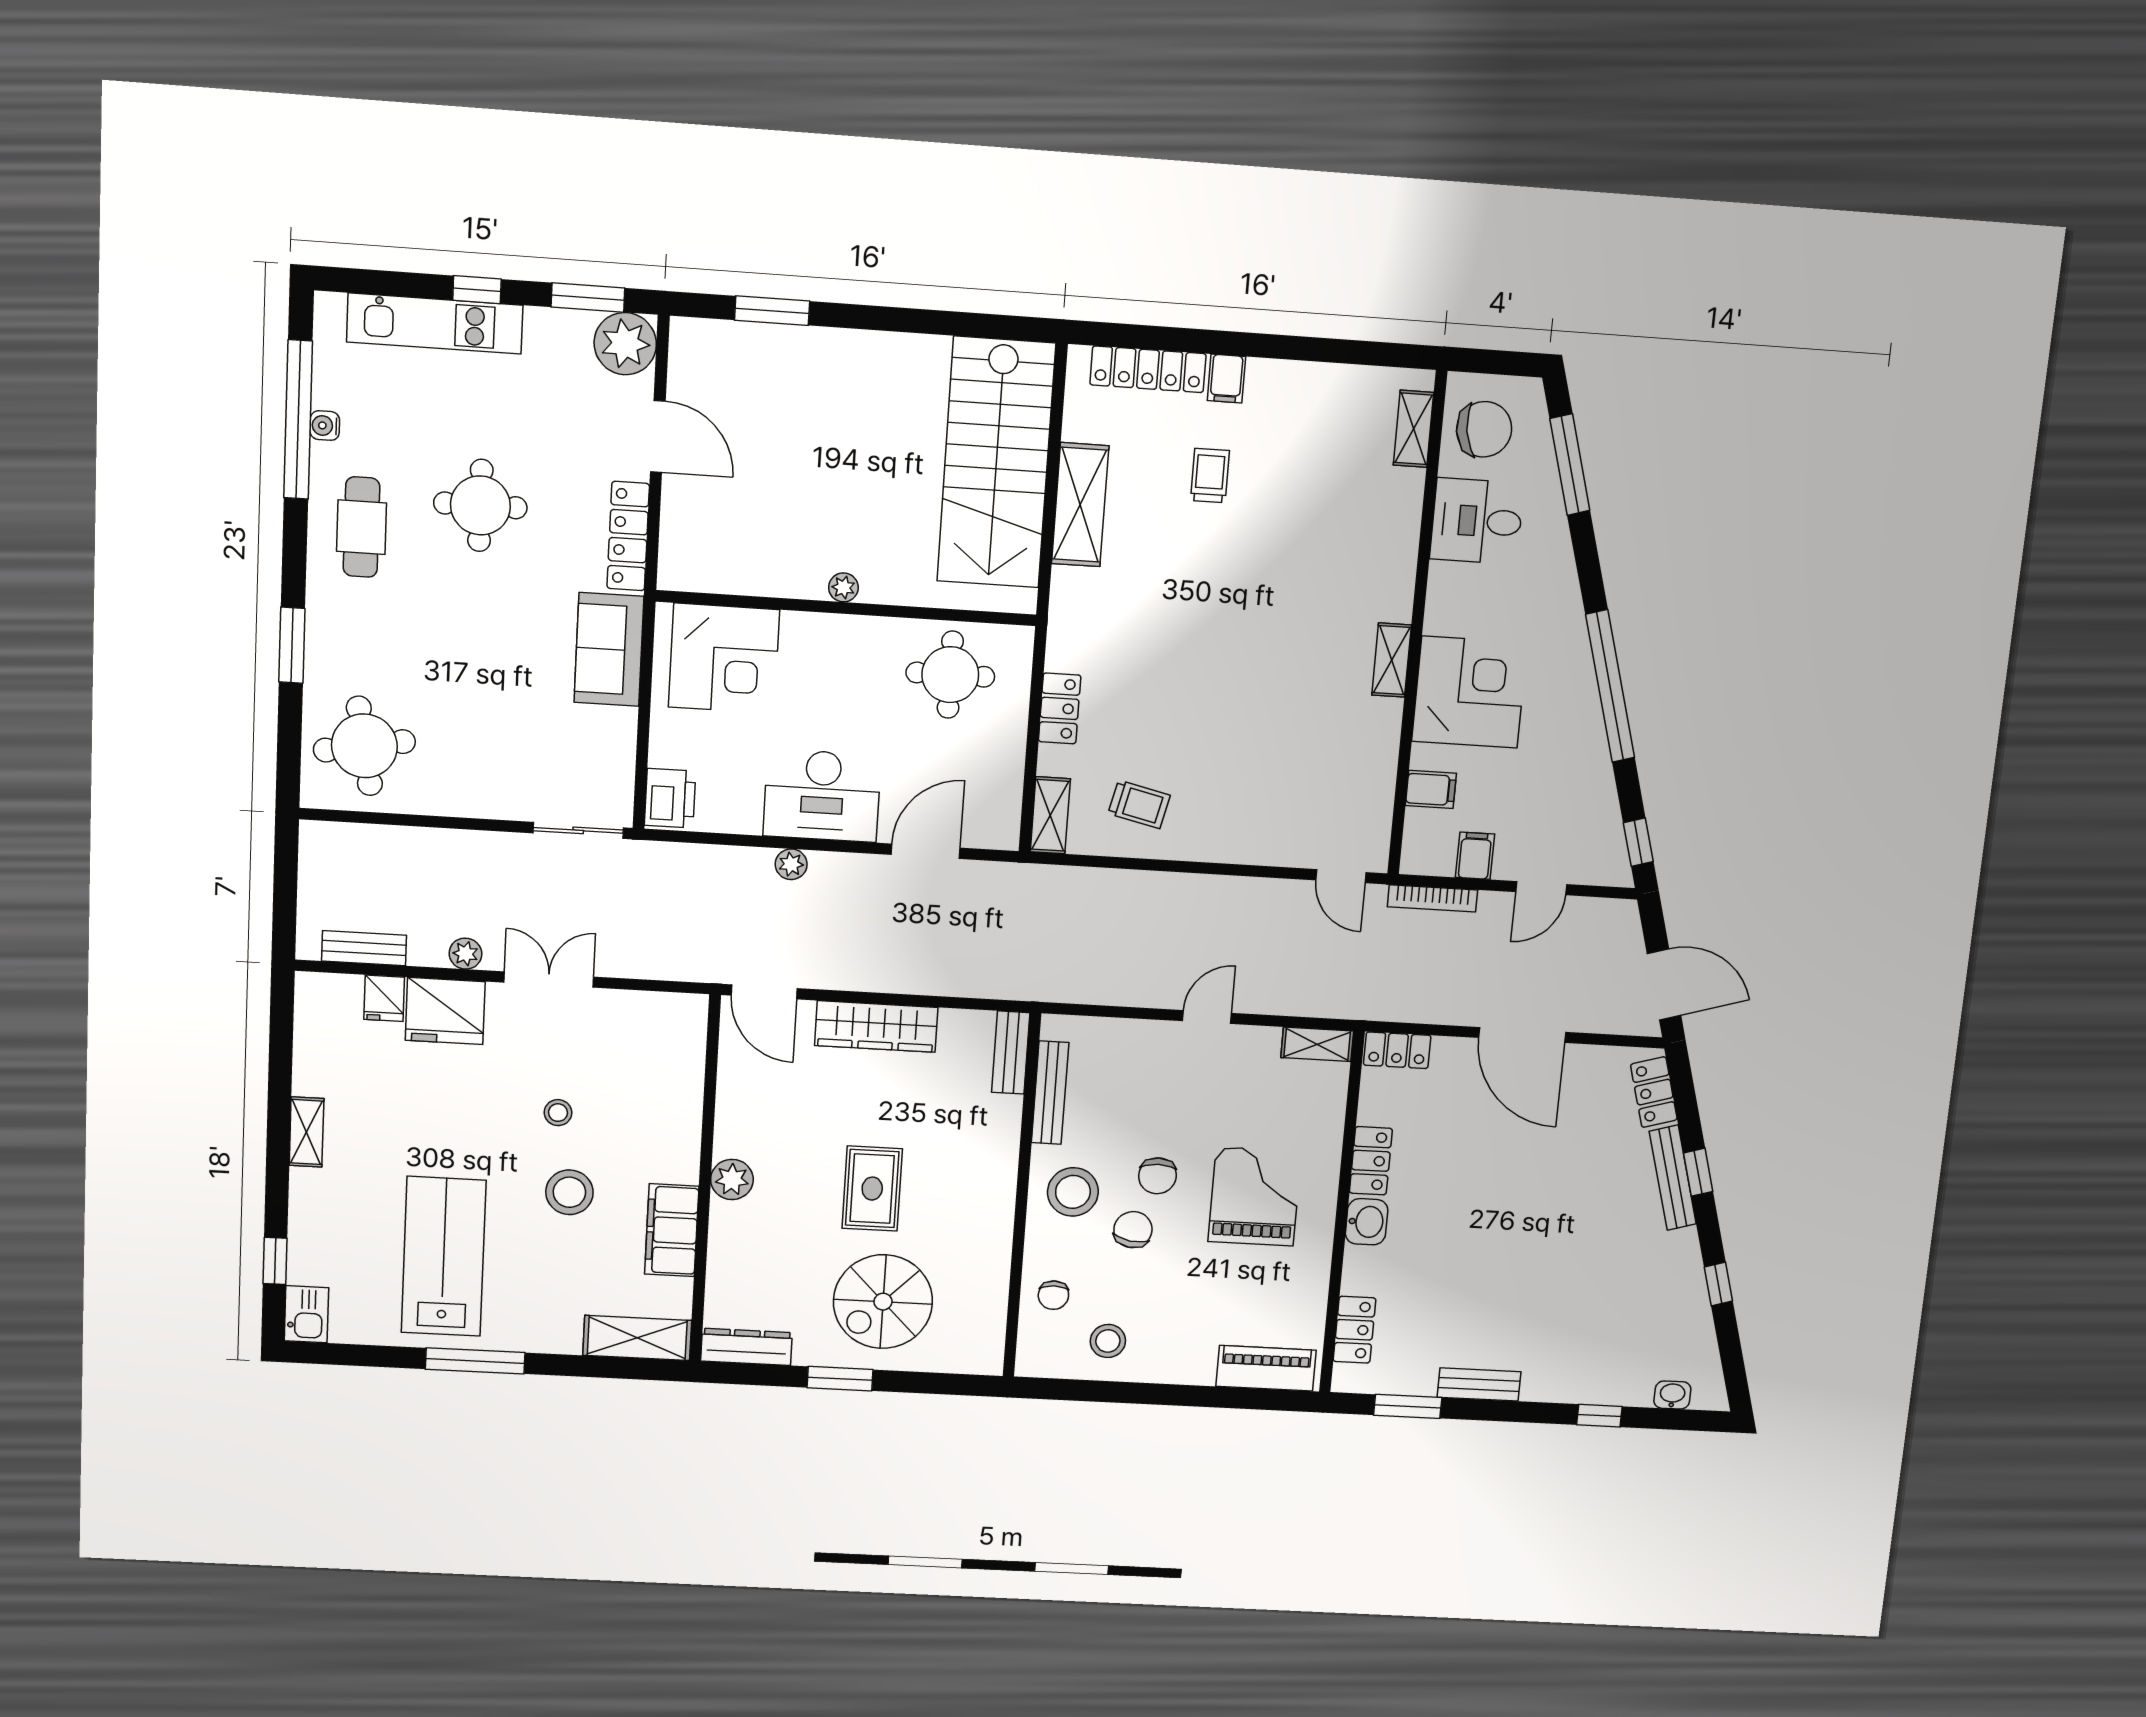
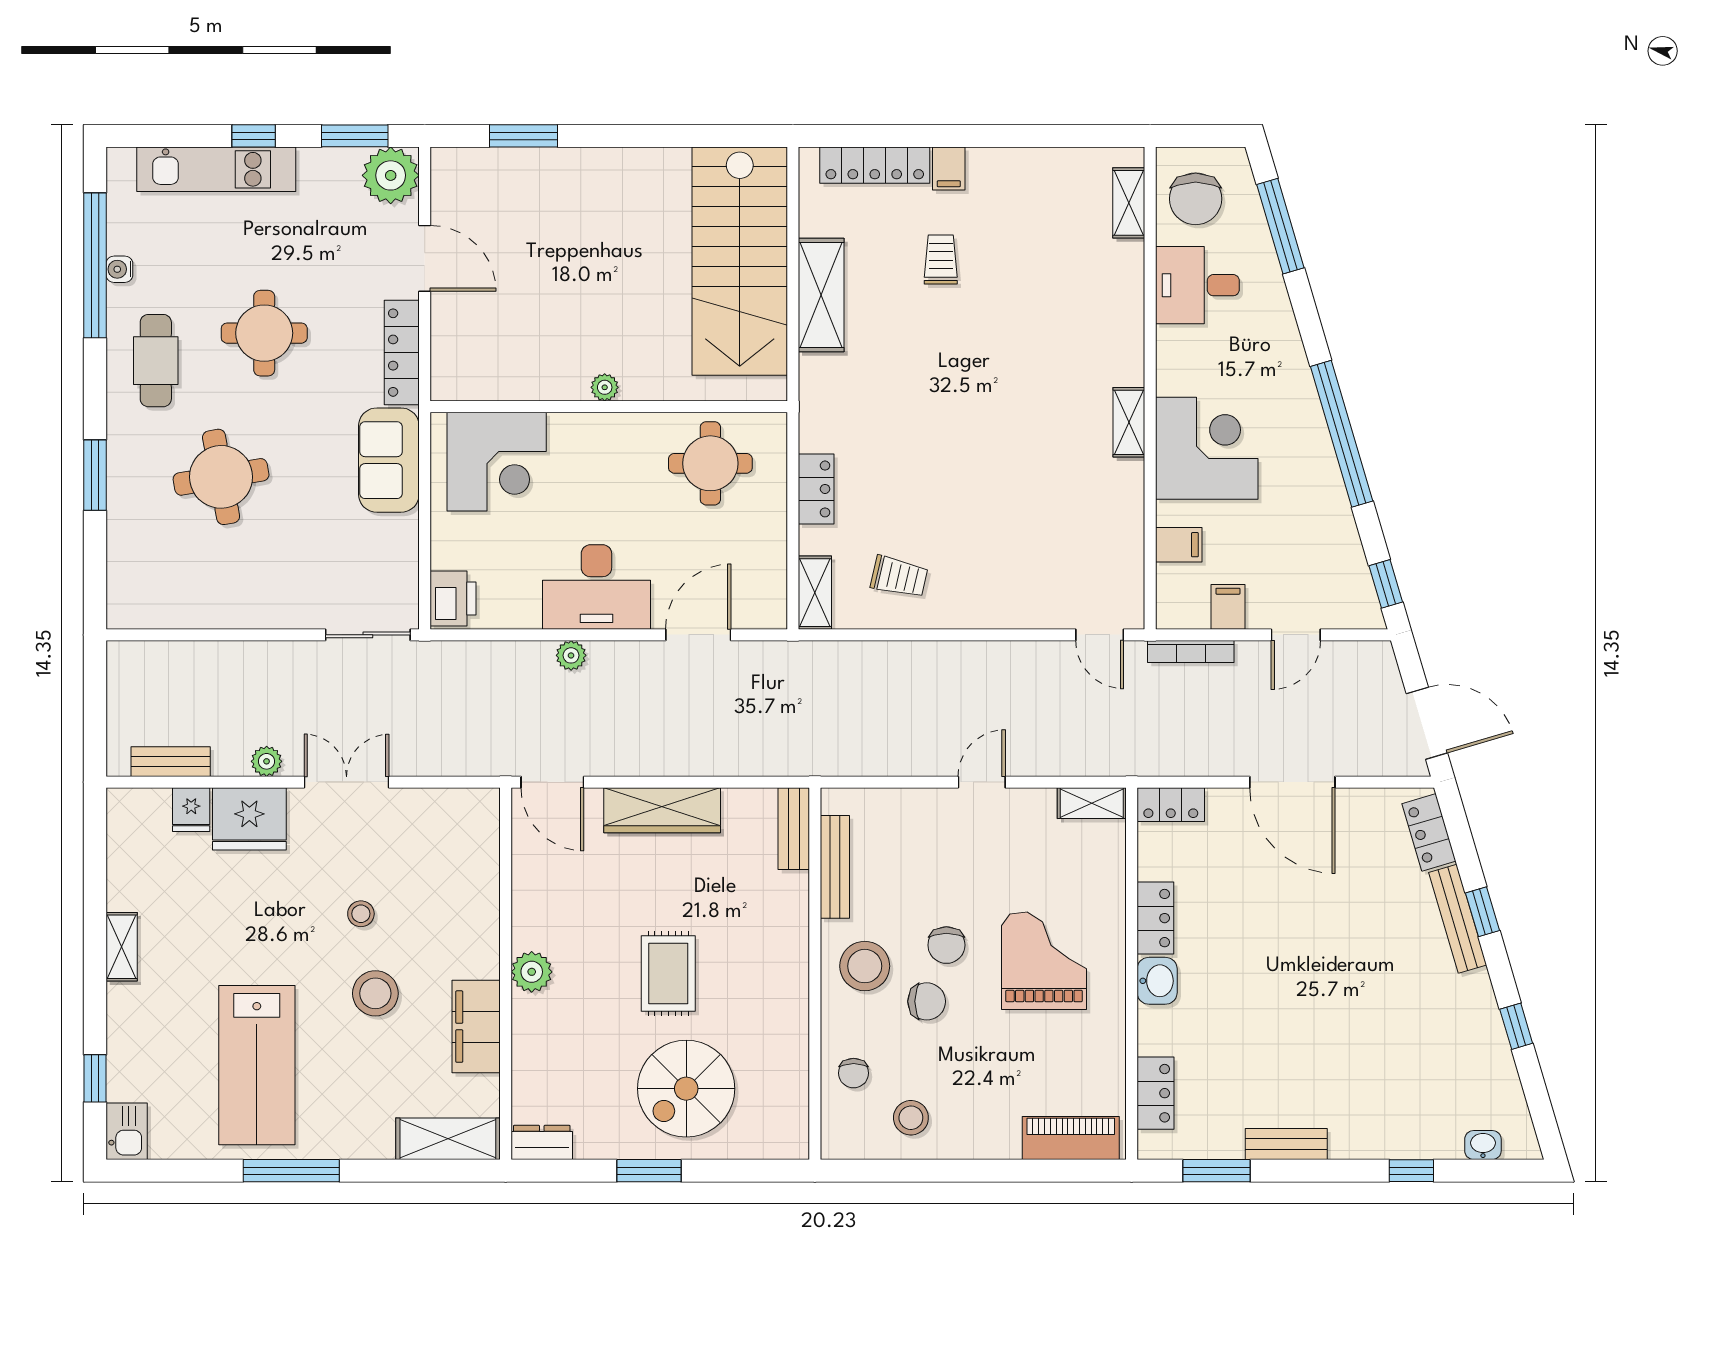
chair: (1484, 429) -> (1196, 199), turned 99
round table: (364, 746) -> (221, 477), moved
chair: (1133, 1230) -> (927, 1001), turned 81
lab bench: (444, 1256) -> (257, 1065), turned 180
dresser: (747, 1347) -> (542, 1142), width x0.70

